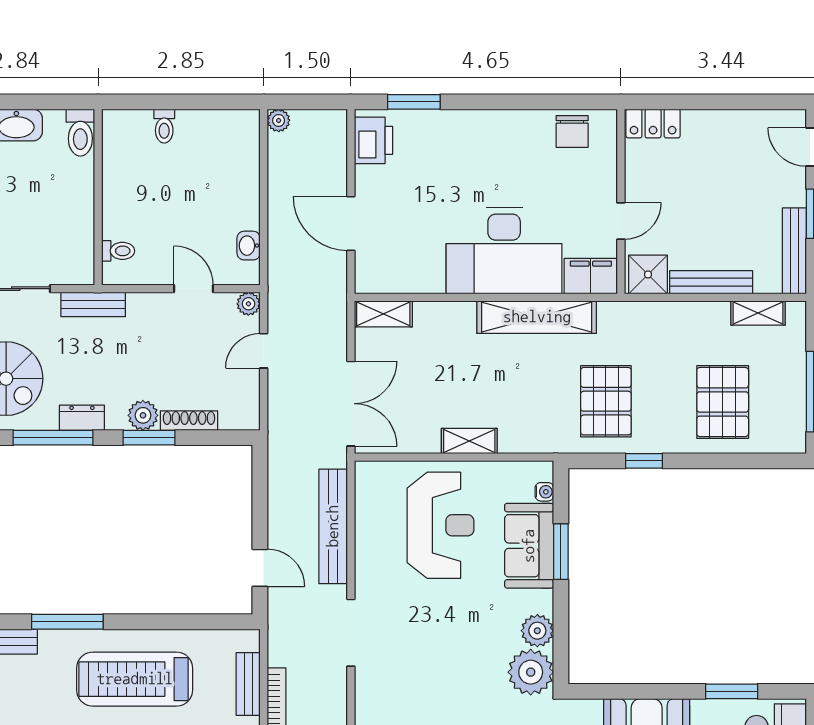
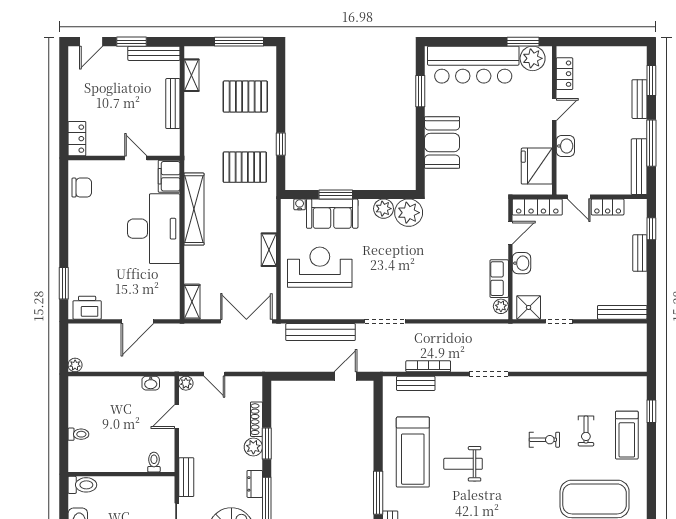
shower: (648, 274) -> (168, 142), removed

